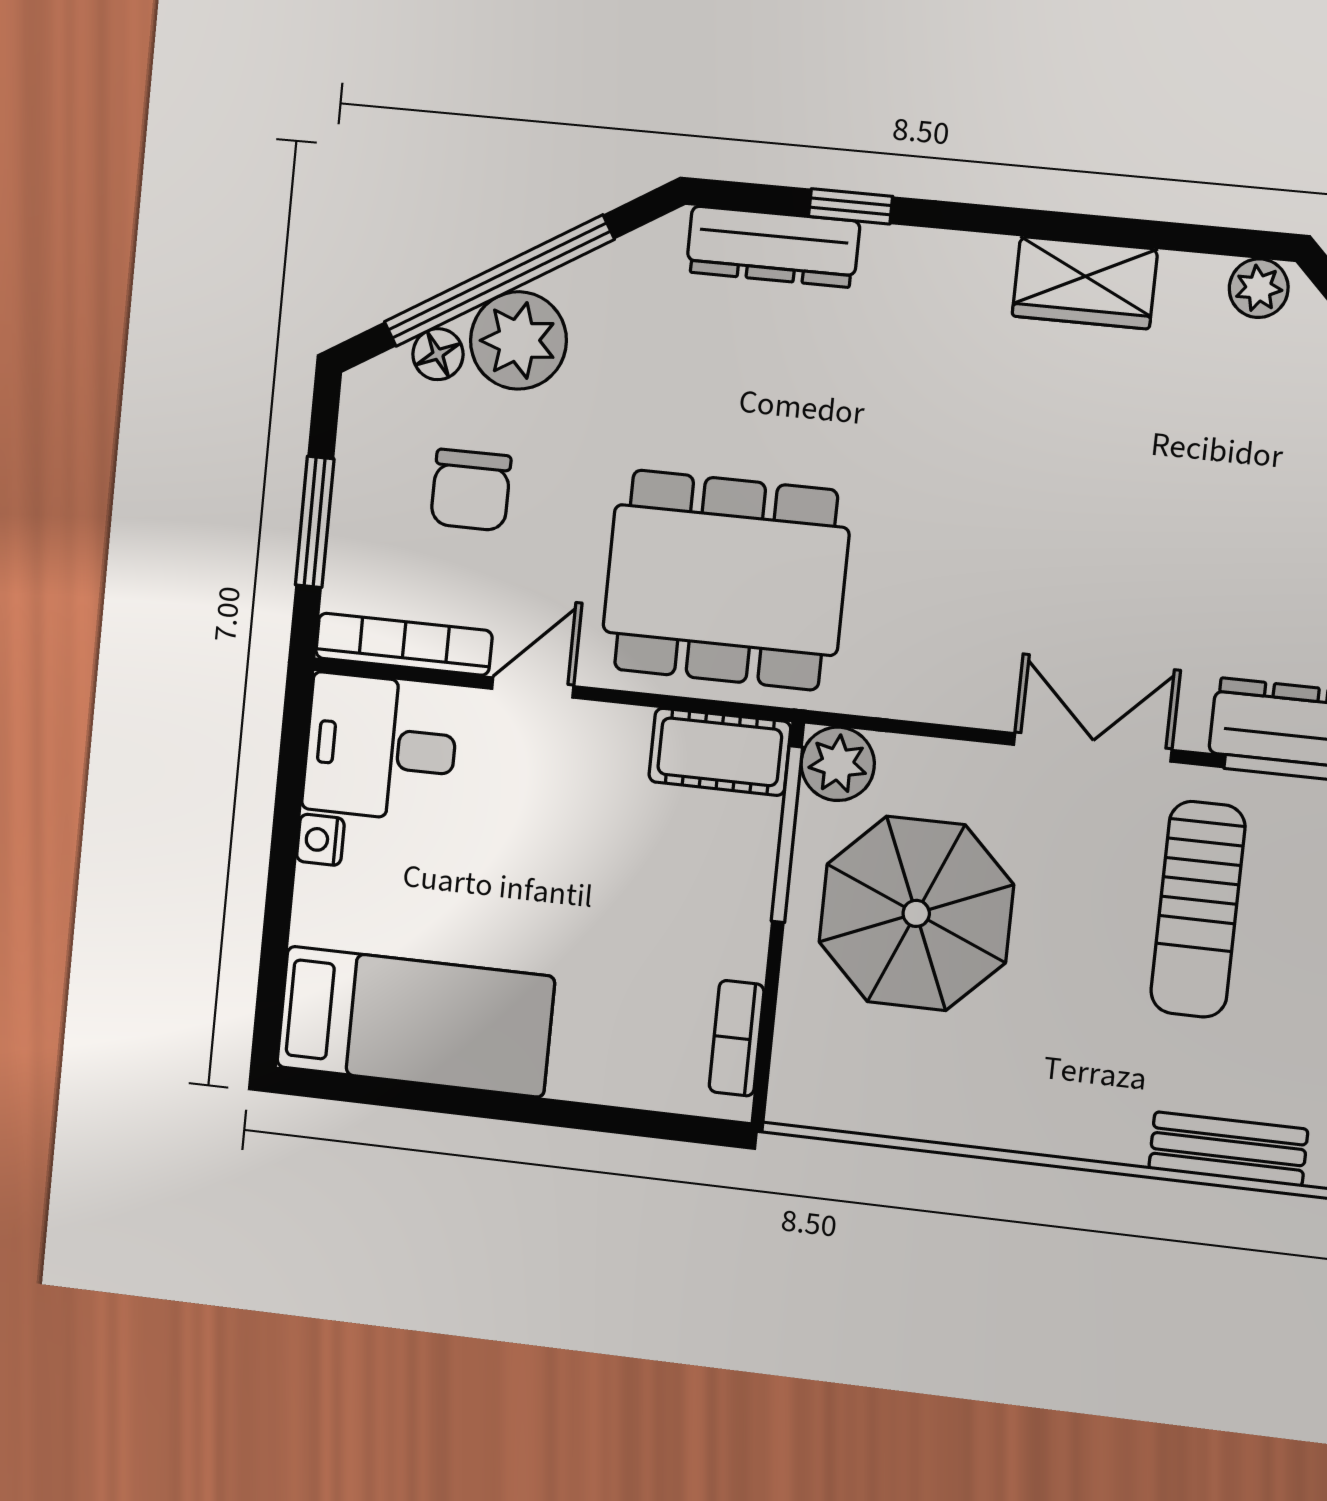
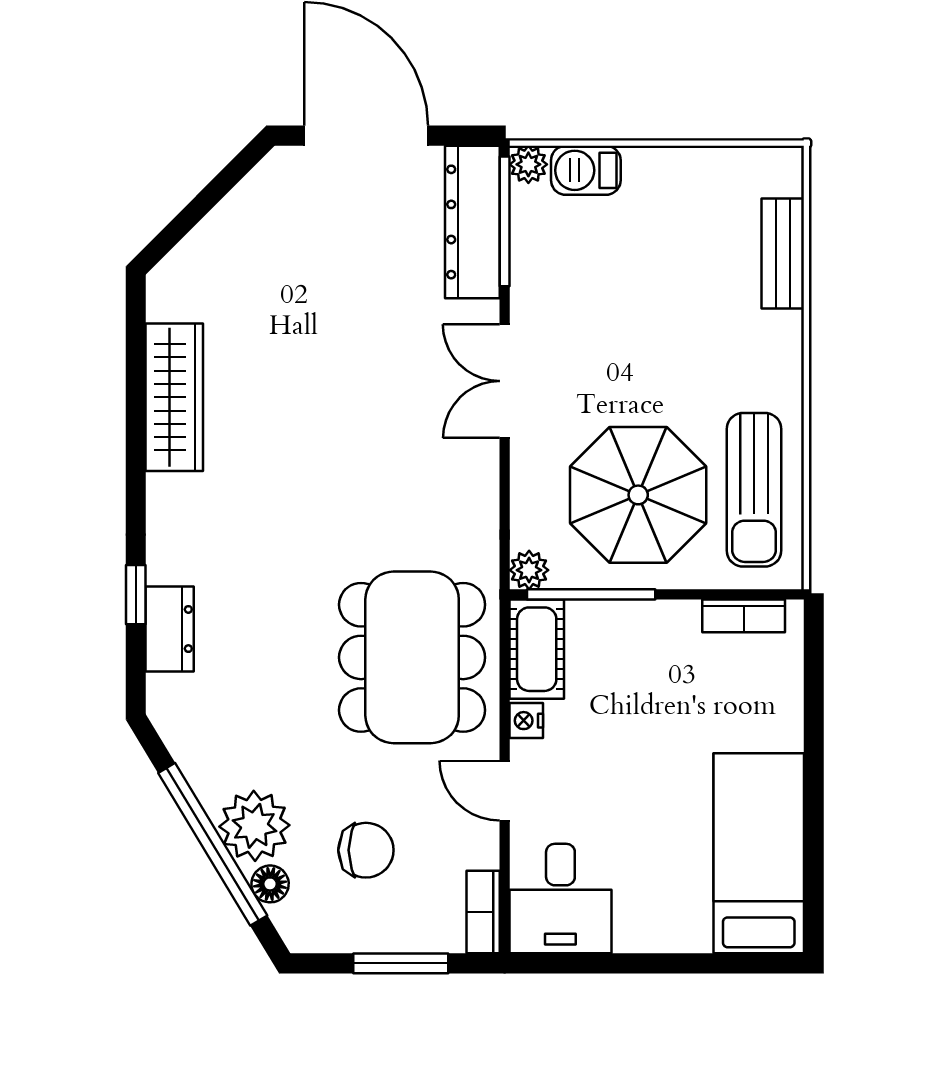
dresser: (773, 247) -> (170, 629), width x0.70
wardrobe: (1085, 283) -> (174, 397), width x1.50
plant: (1259, 288) -> (166, 299), removed
bookcase: (404, 644) -> (483, 912), width x0.64
plant: (838, 764) -> (529, 570), width x0.73, depth x0.73
nightstand: (320, 840) -> (526, 721), moved, turned 90
sun lounger: (1198, 909) -> (754, 490), moved, turned 90

